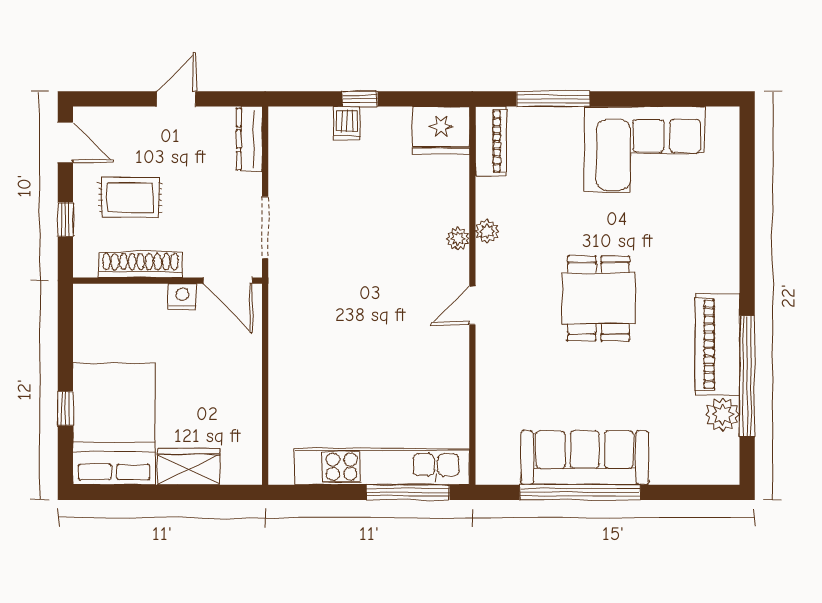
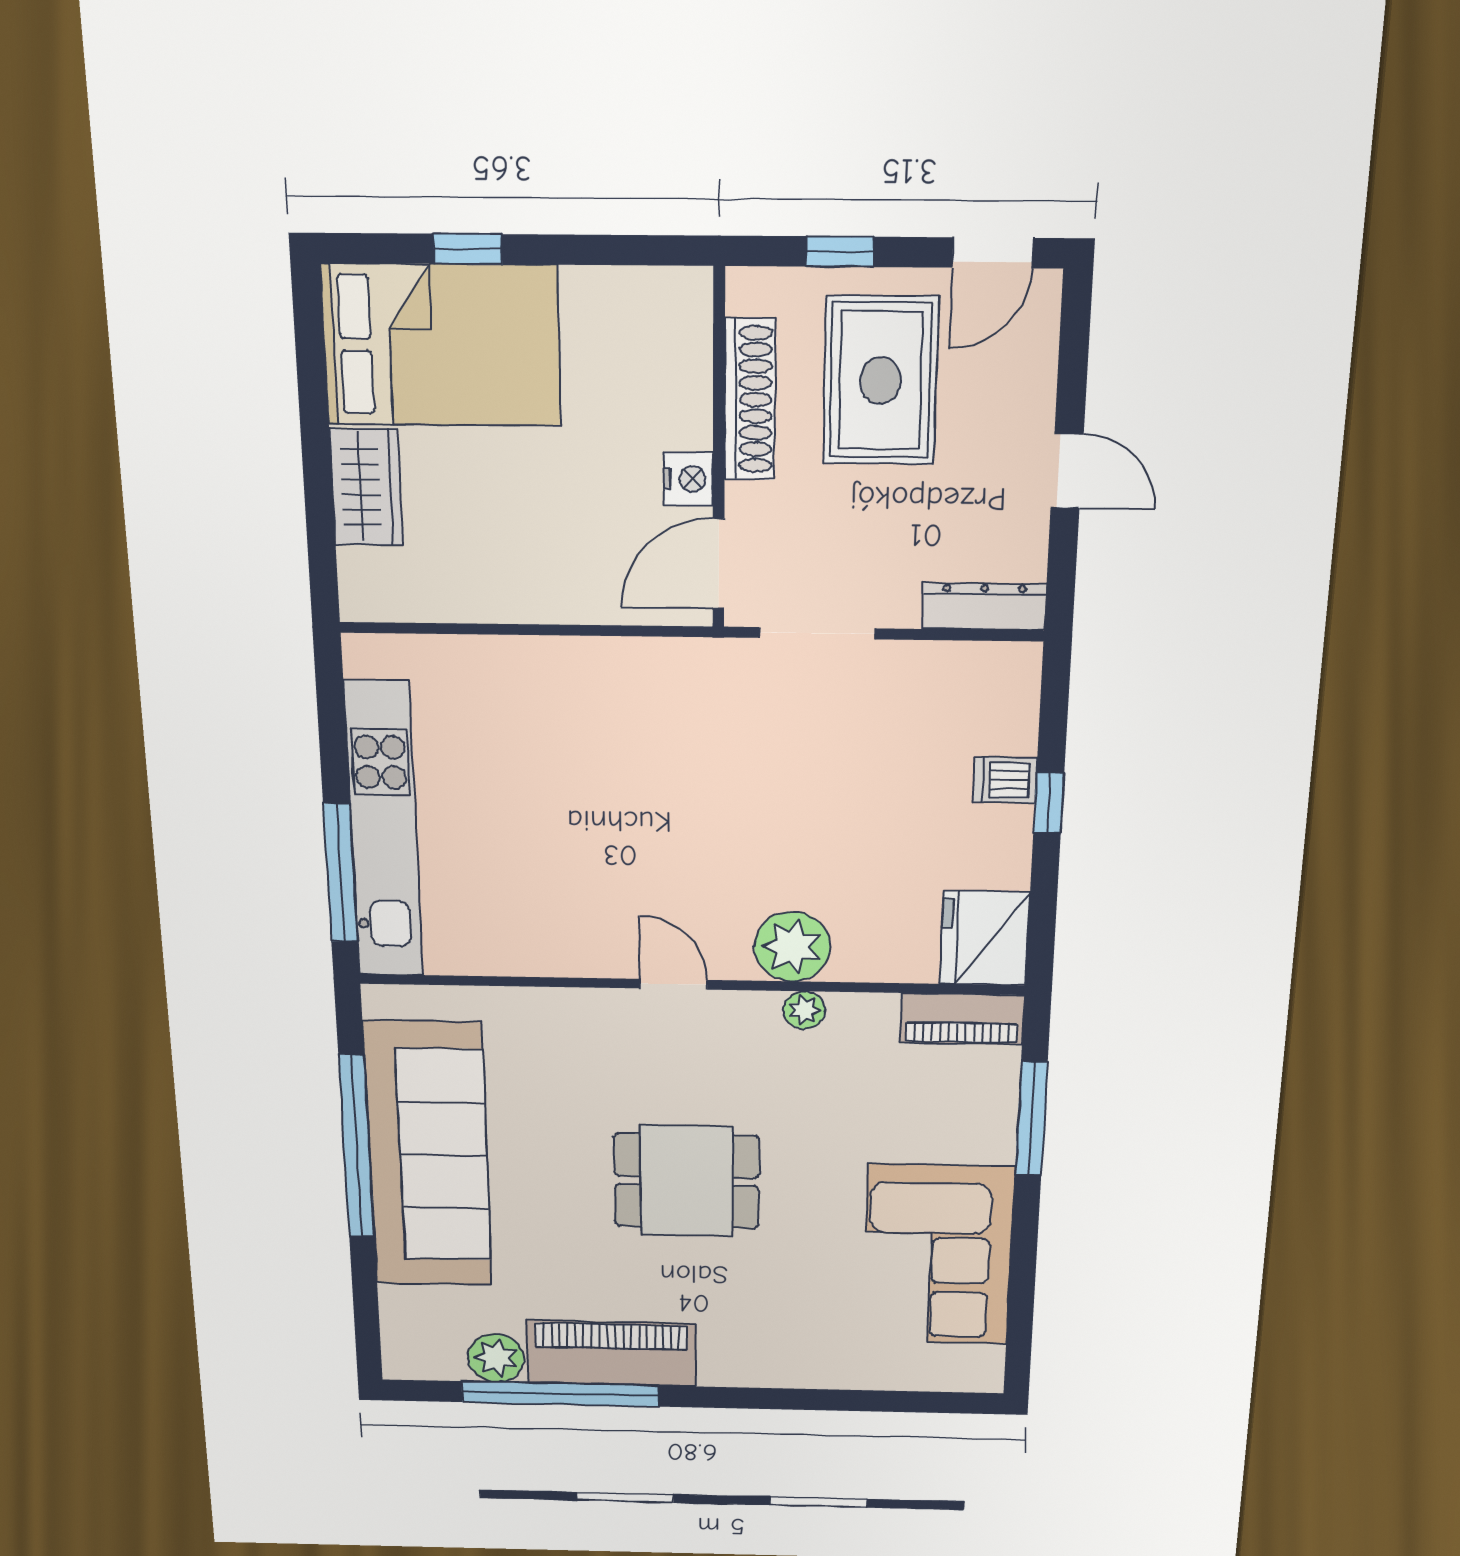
rug: (130, 197) -> (880, 381), width x1.36, depth x1.43
plant: (458, 238) -> (792, 947), width x1.88, depth x1.88
sofa: (585, 458) -> (428, 1155), width x1.36, depth x1.27

